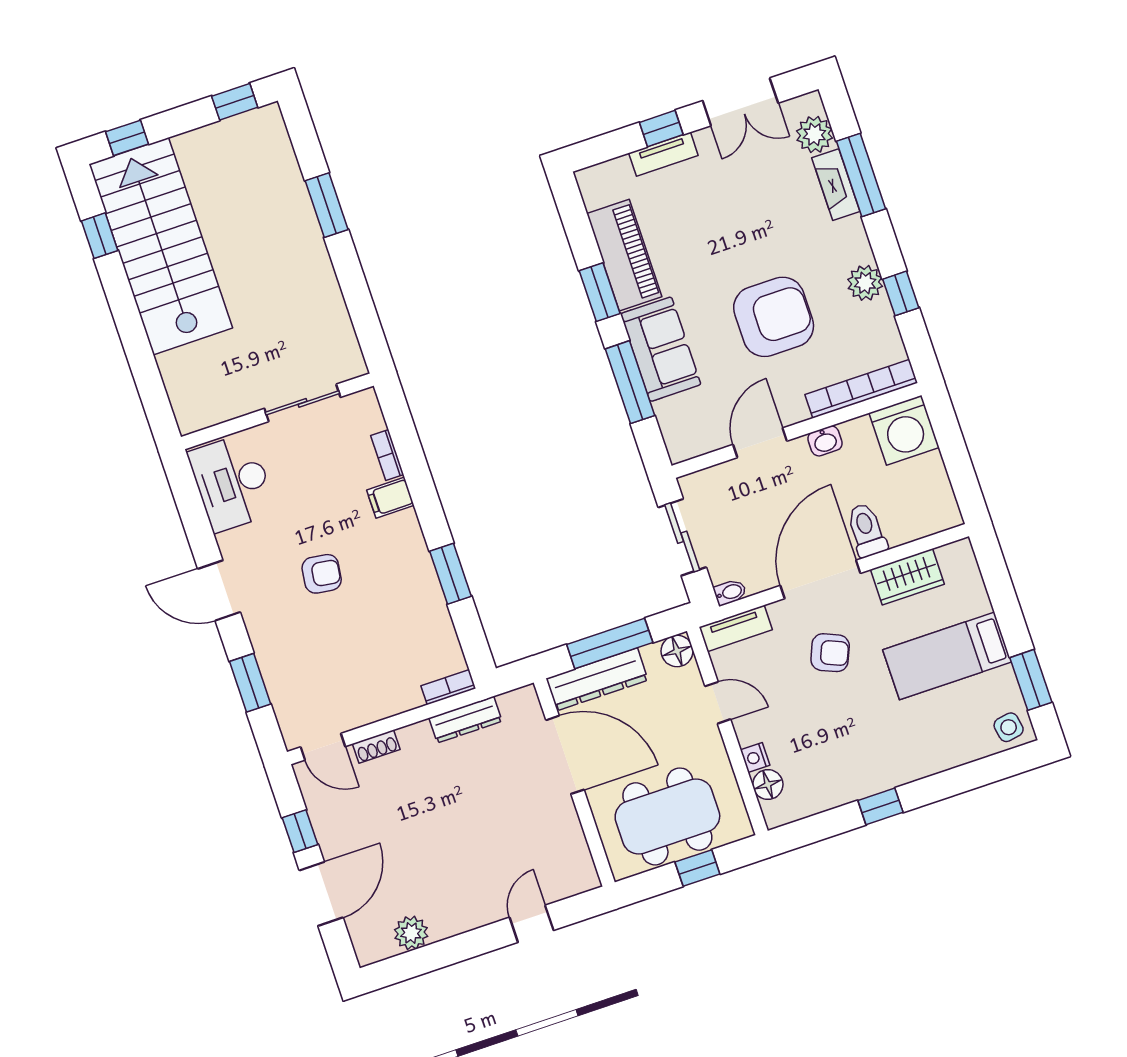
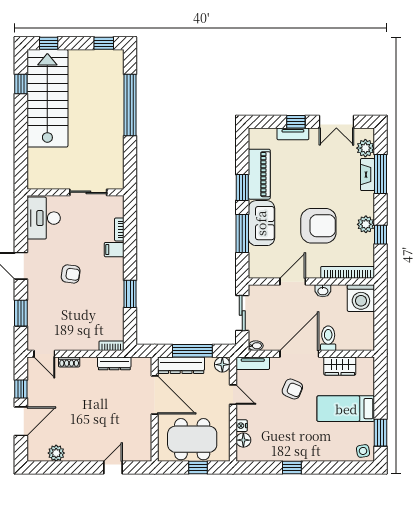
window: (327, 205) -> (130, 105), width x2.11

